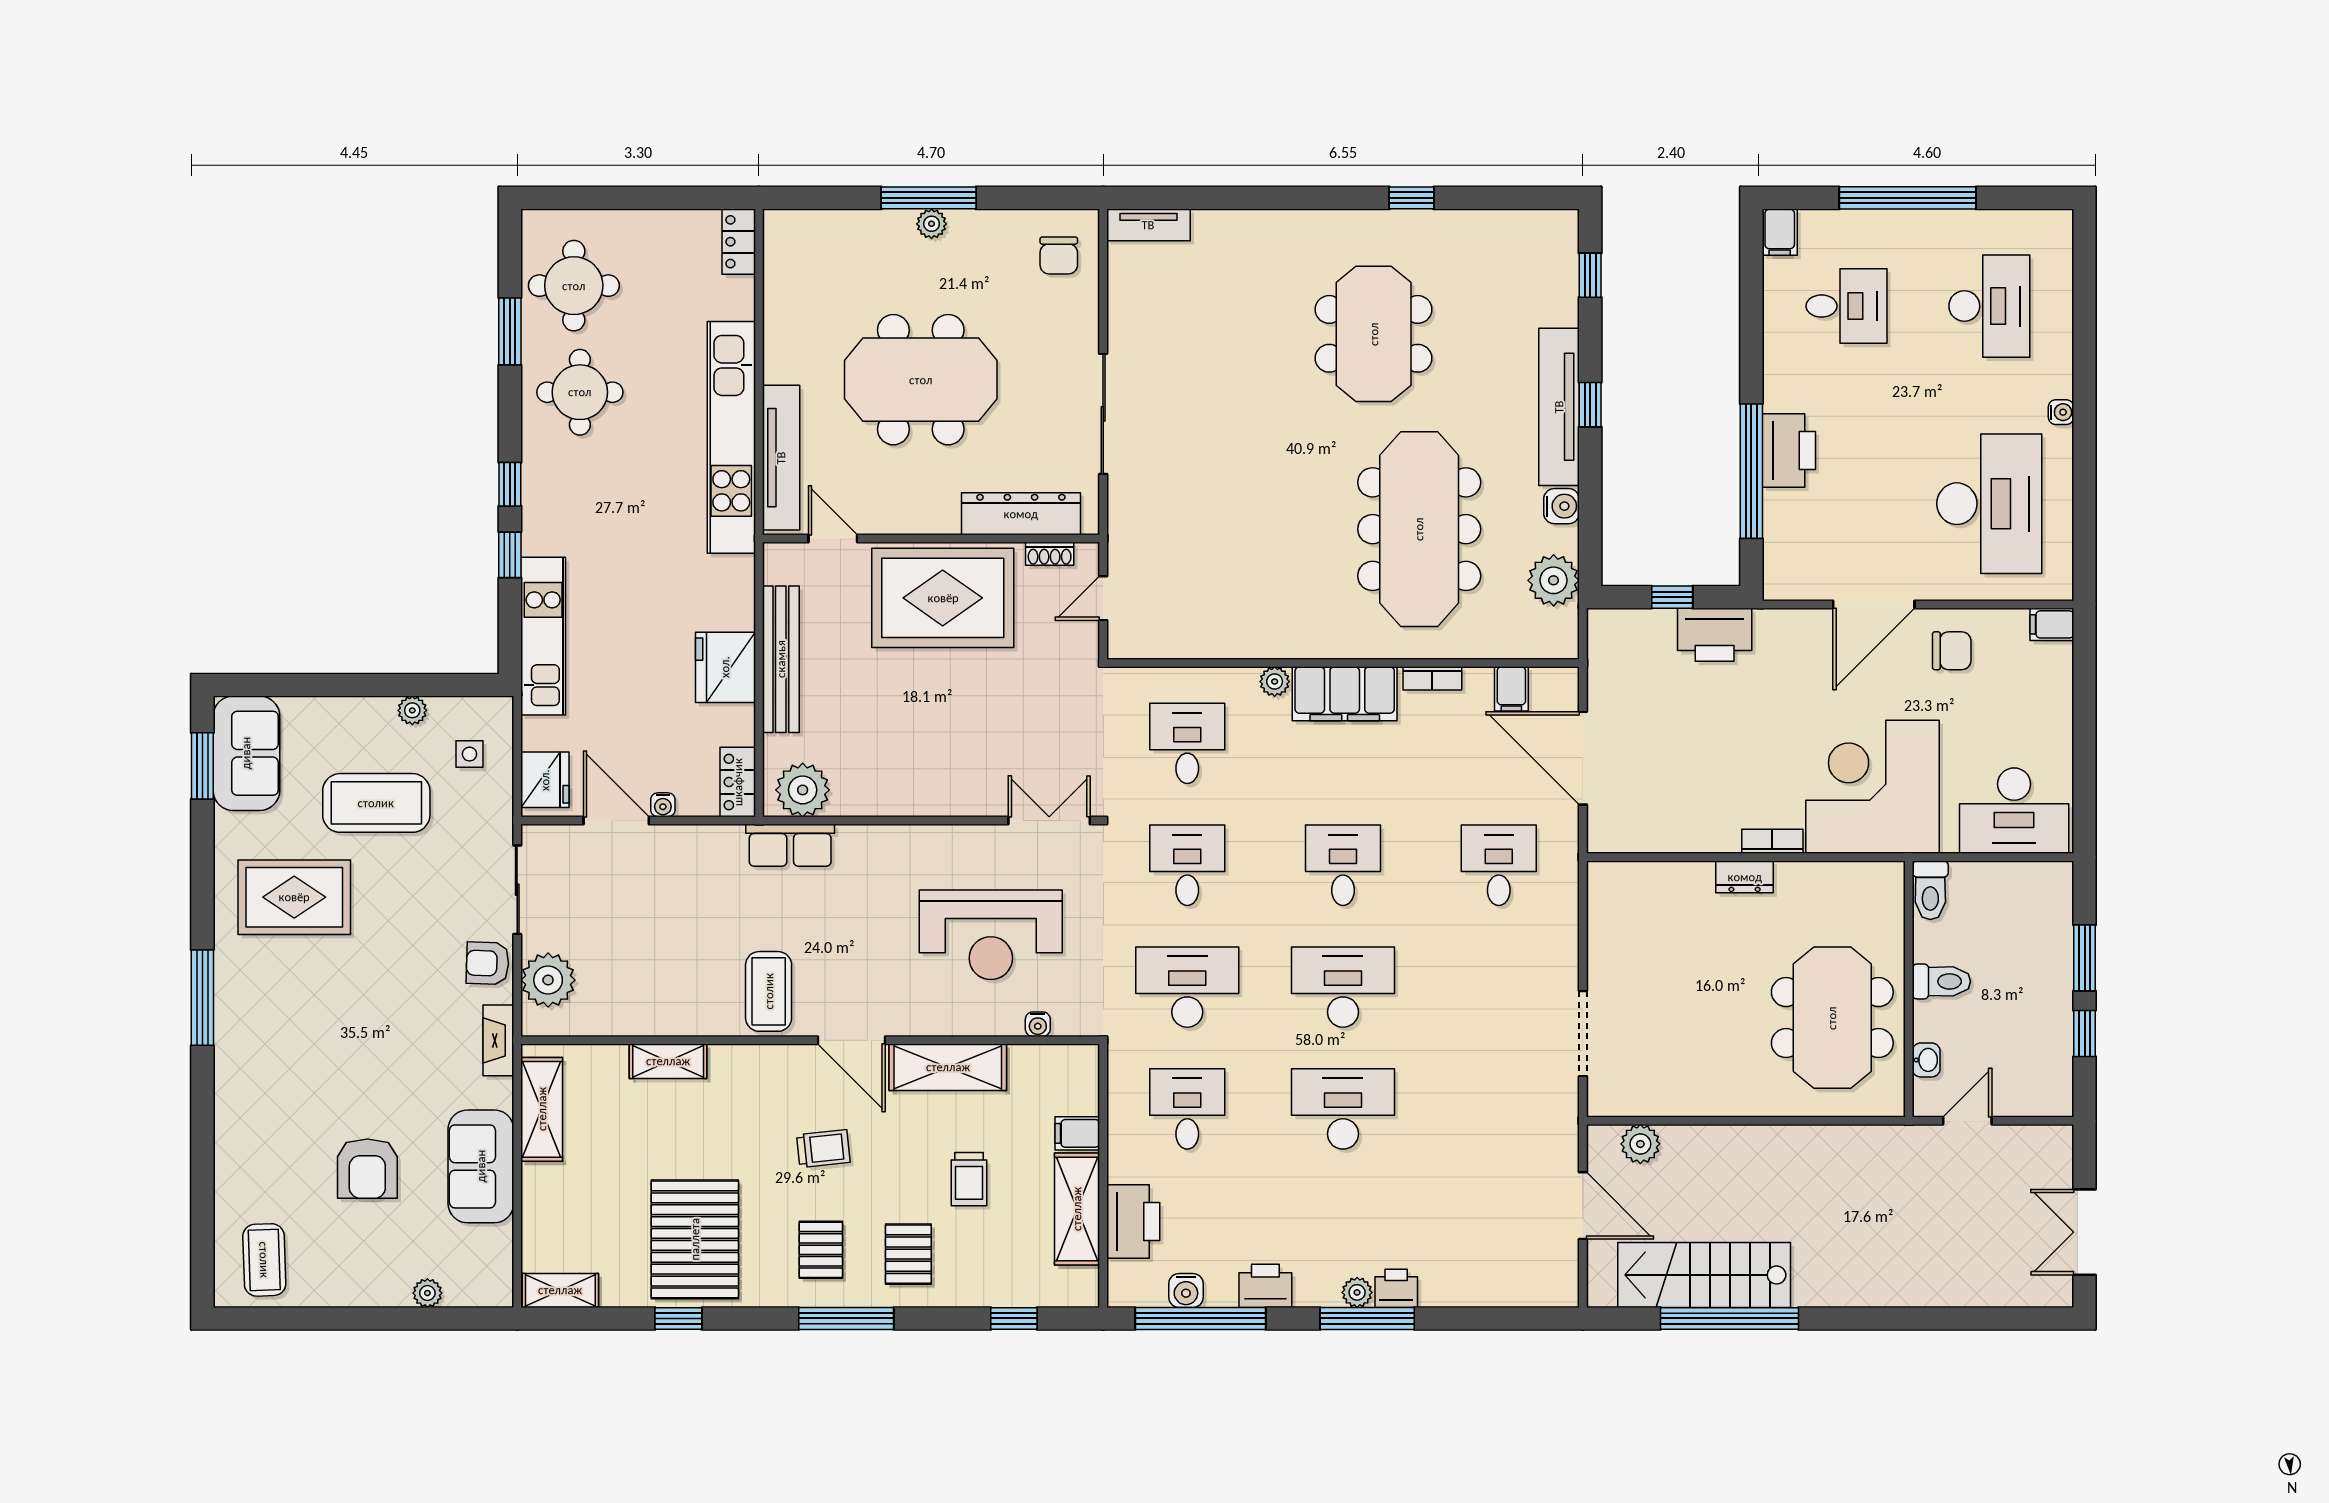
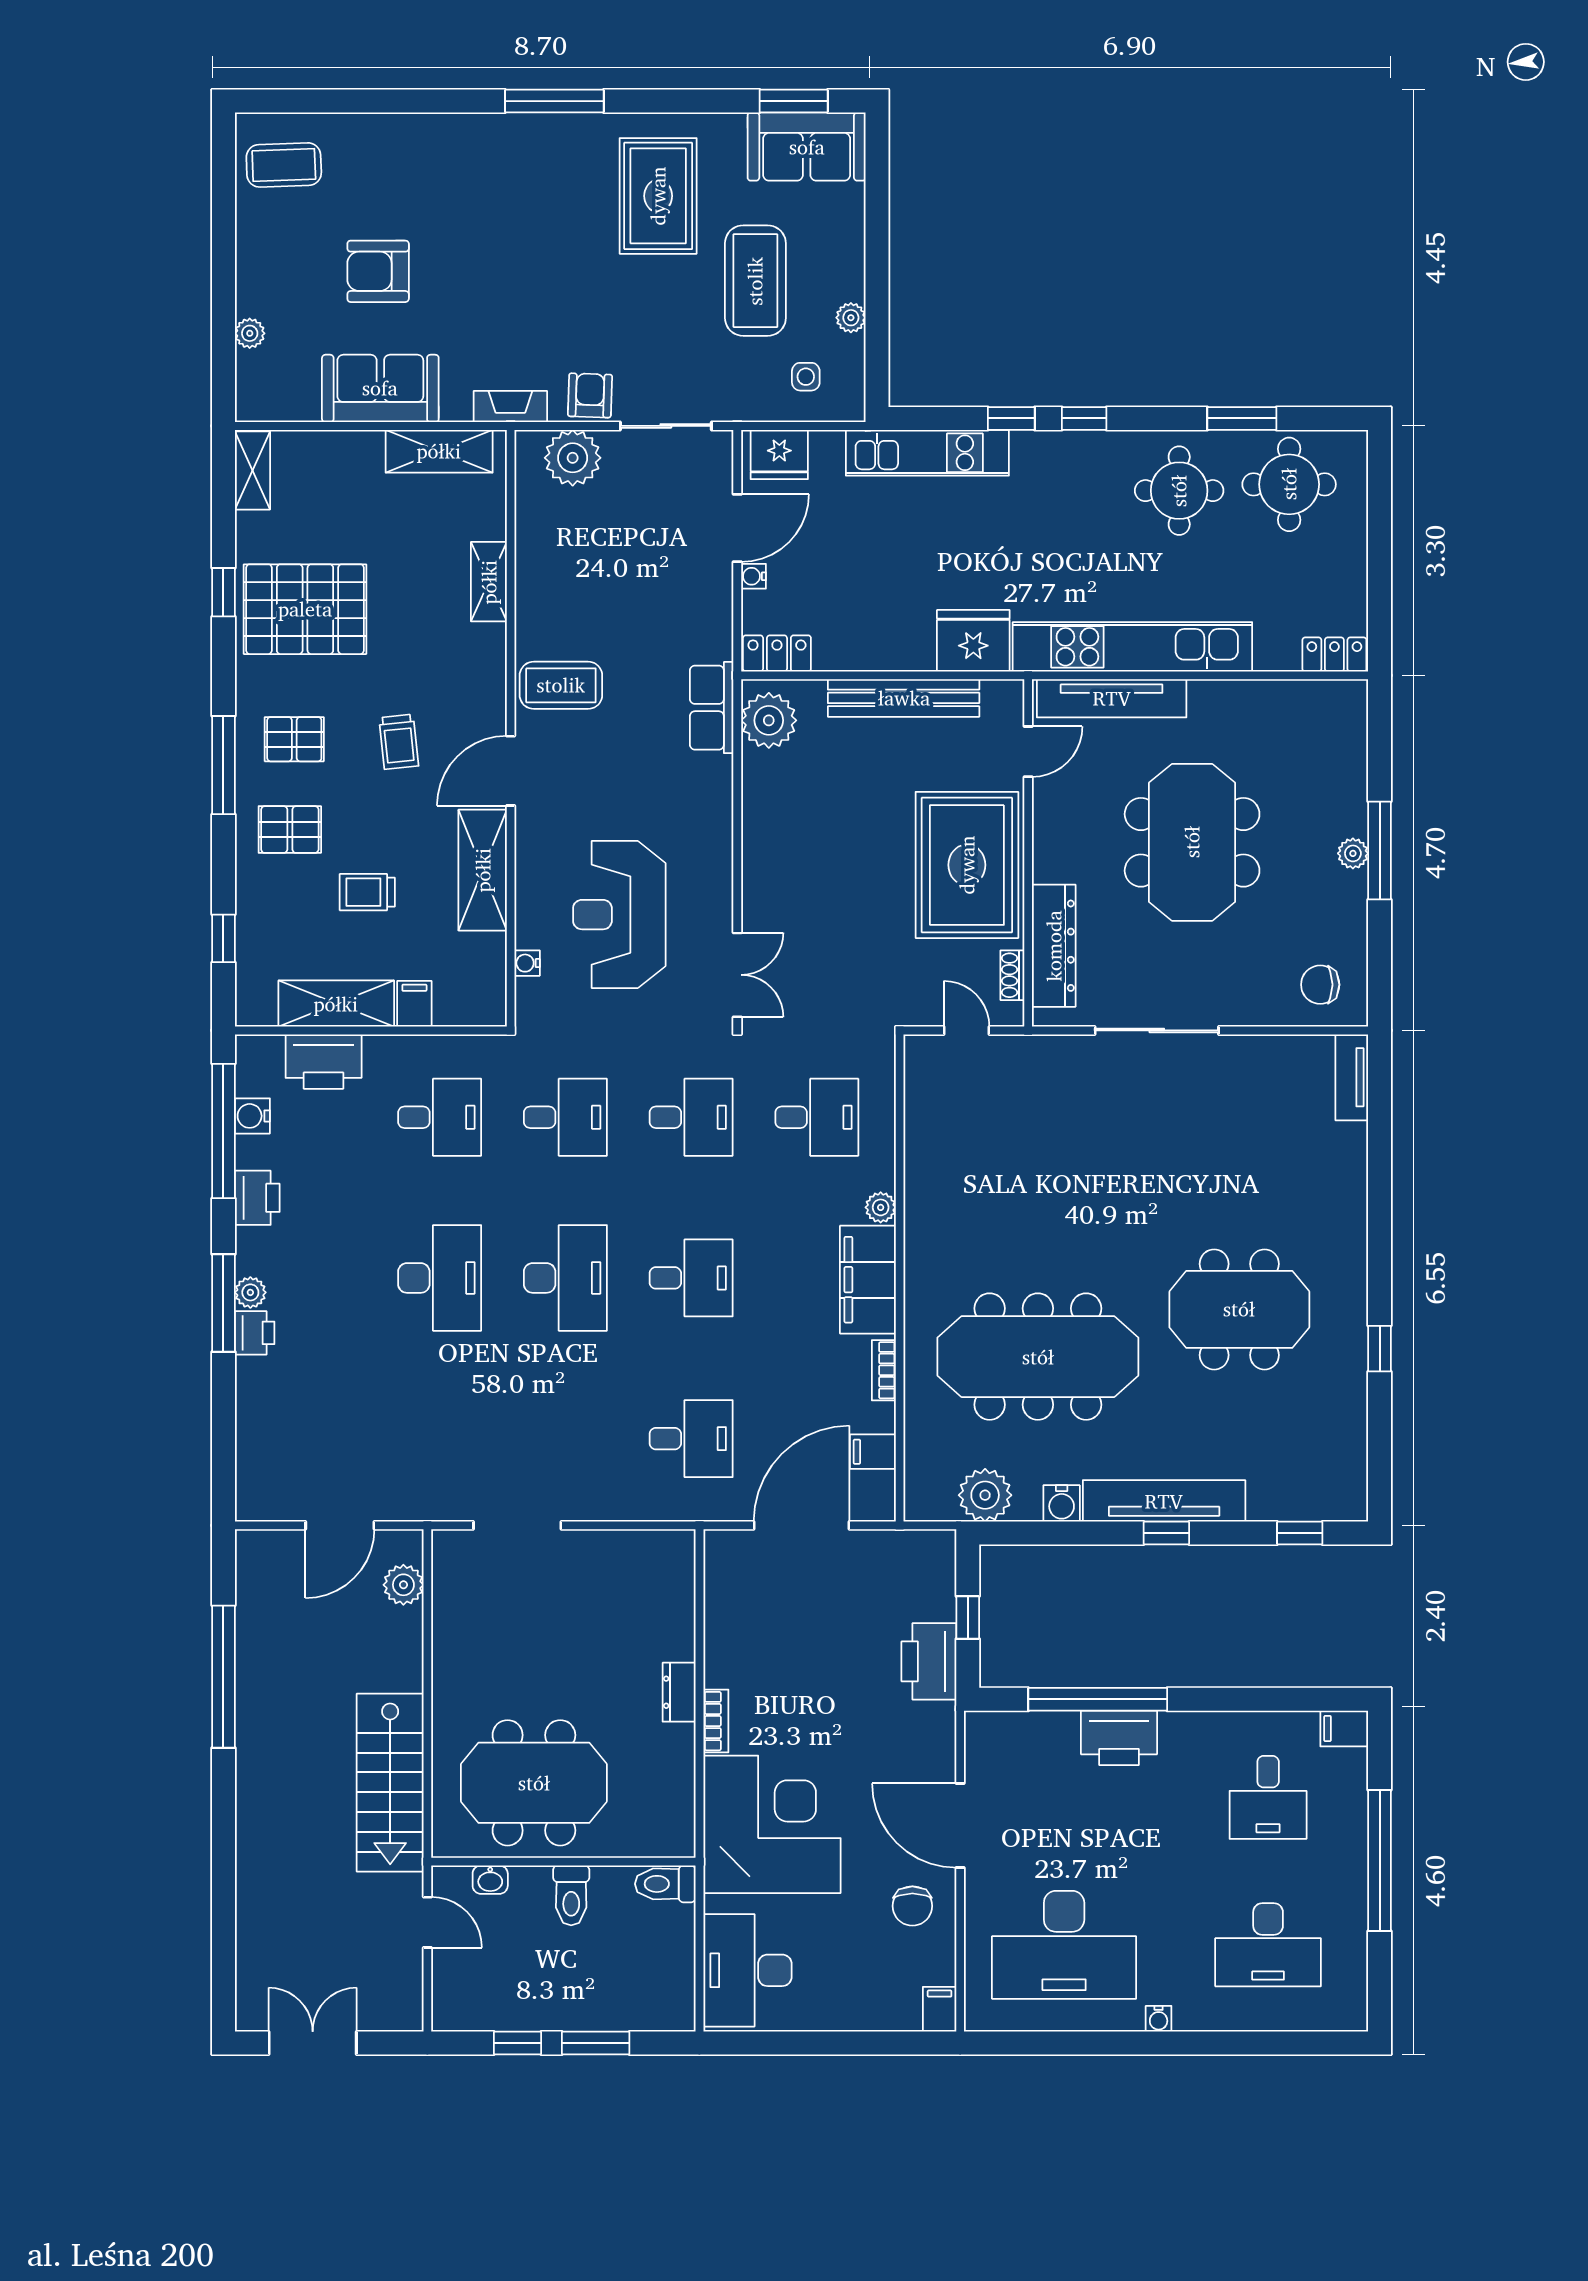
fridge: (725, 667) -> (973, 641), moved
desk: (1187, 987) -> (565, 1117), width x0.73
stairs: (1704, 1275) -> (390, 1783), moved, turned 180

